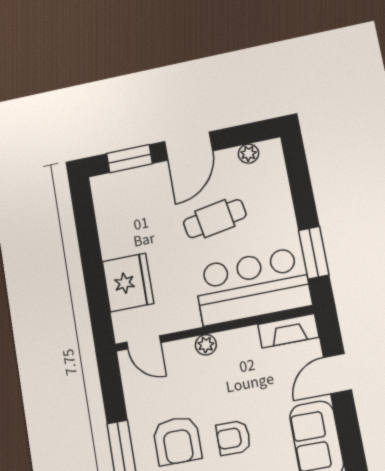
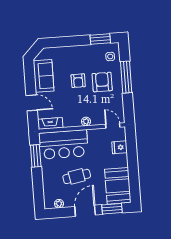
booth: (121, 210) -> (118, 186), added
fridge: (128, 283) -> (119, 147), width x0.53, depth x0.75
door: (337, 374) -> (32, 103), hinge flipped
armchair: (233, 438) -> (78, 81), turned 90

